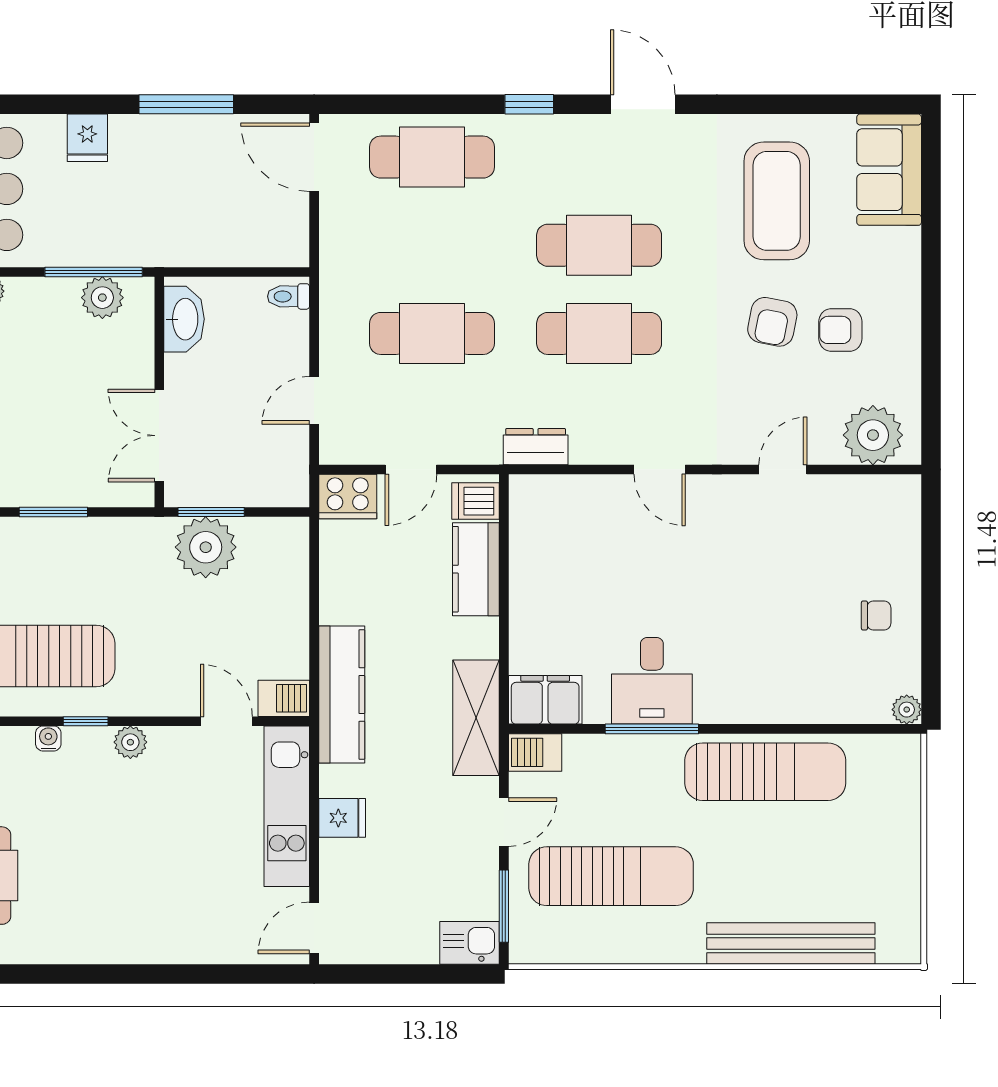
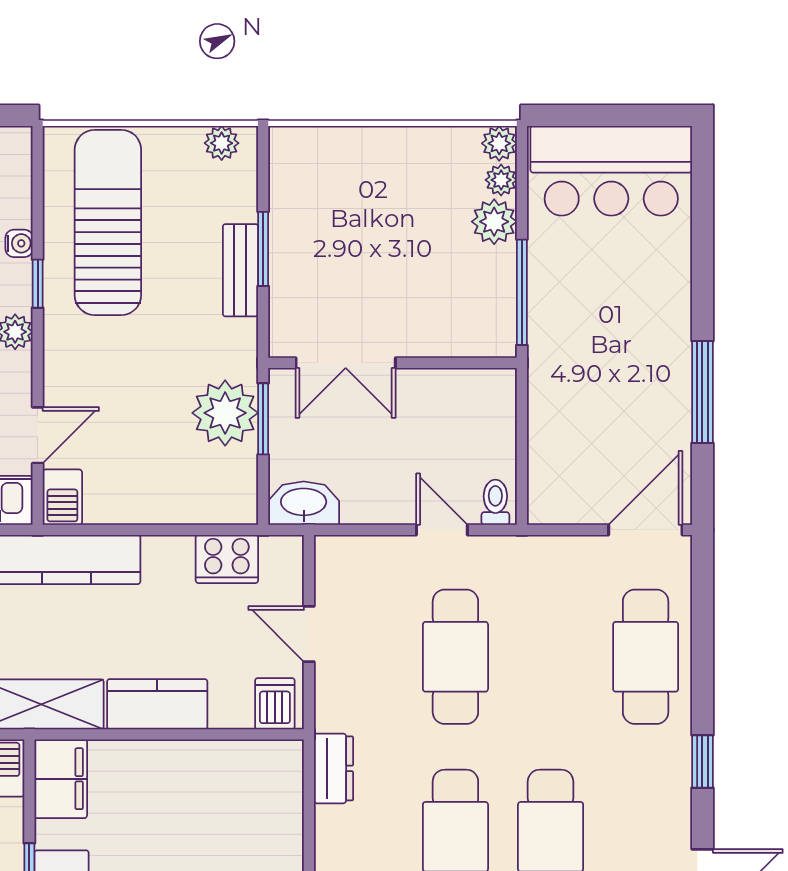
fridge: (87, 138) -> (666, 285), removed
plant: (102, 298) -> (494, 222), moved
washbasin: (184, 319) -> (304, 503), moved, turned 180
door: (314, 400) -> (442, 530), moved
double door: (159, 436) -> (346, 363), swing flipped
cooker: (348, 496) -> (227, 559), moved, turned -90
bench: (73, 533) -> (240, 270), added
kitchen counter: (476, 569) -> (157, 704), moved

